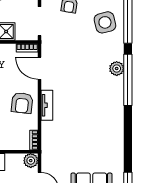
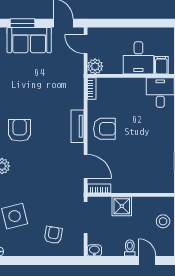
armchair: (100, 102) -> (20, 130), added
armchair: (22, 103) -> (104, 129), turned 84

